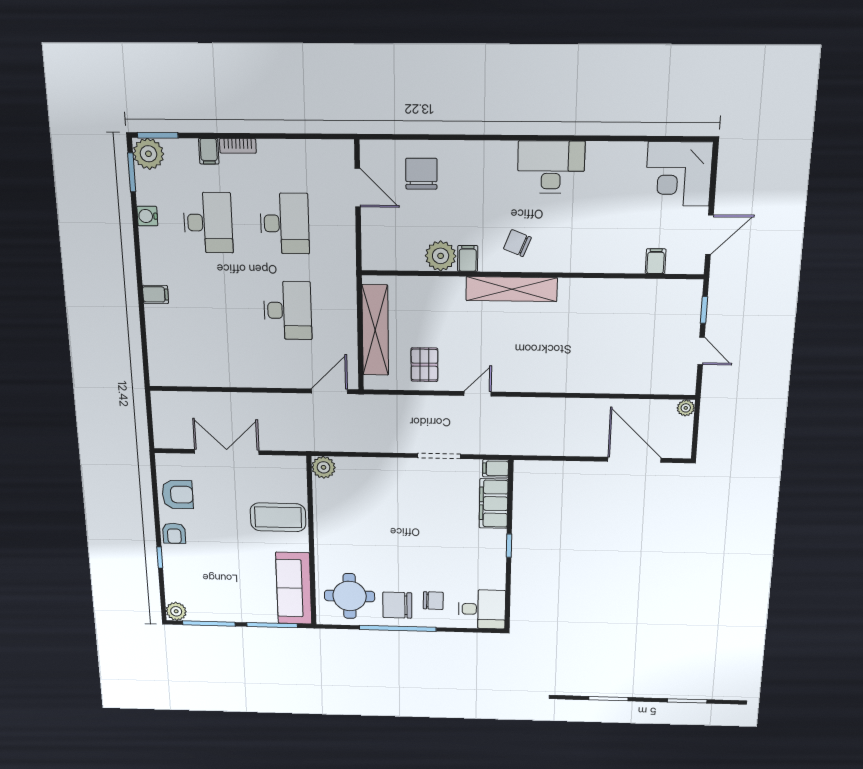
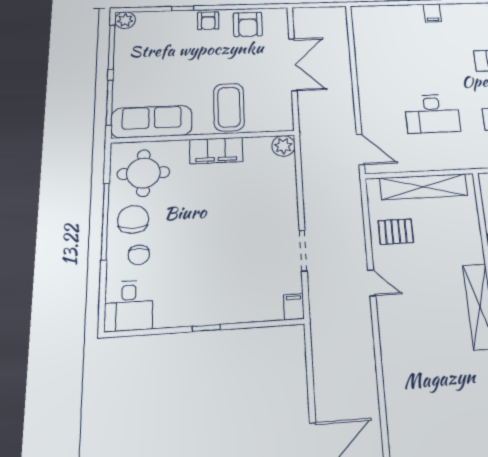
filing cabinet: (494, 504) -> (216, 151), moved, turned 180
armchair: (174, 533) -> (208, 21), turned -90

